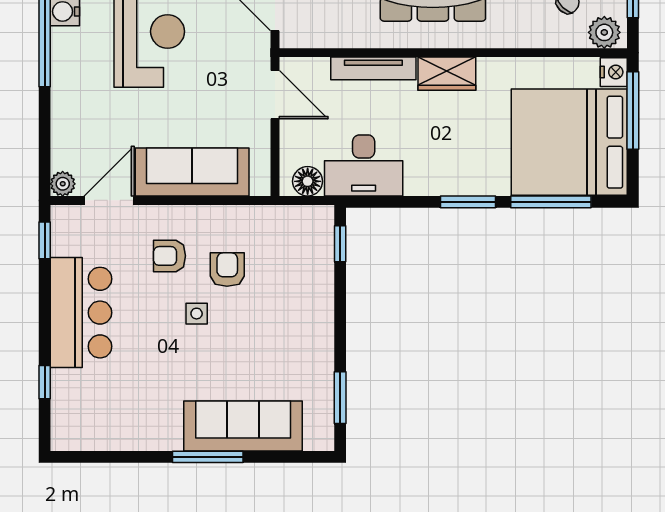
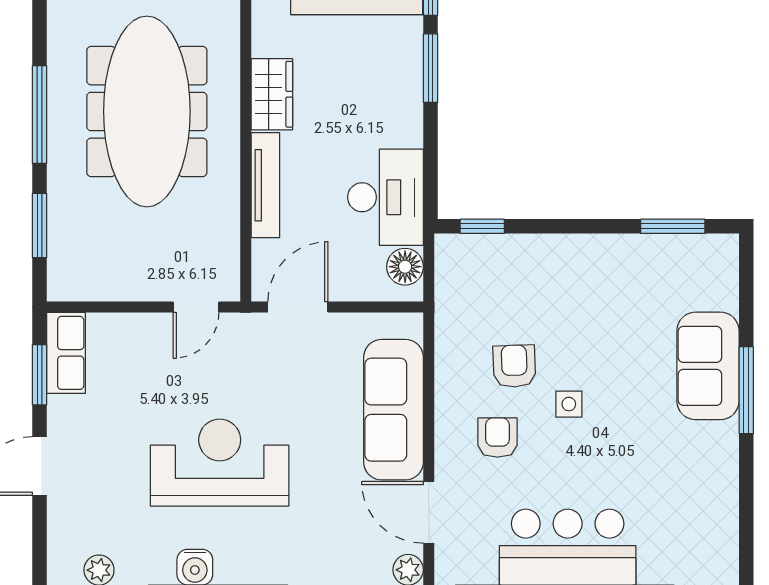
armchair: (169, 256) -> (497, 438), turned 180
armchair: (227, 270) -> (514, 366), turned 88
sofa: (243, 426) -> (708, 366), width x0.73

